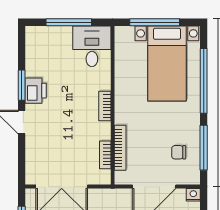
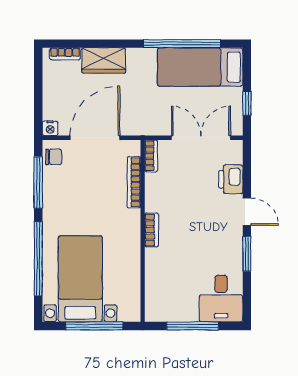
desk: (92, 46) -> (221, 298), moved
printer: (36, 91) -> (231, 179), moved
chair: (179, 152) -> (54, 157), moved
bookcase: (105, 155) -> (151, 156), moved

